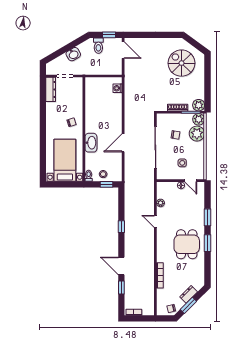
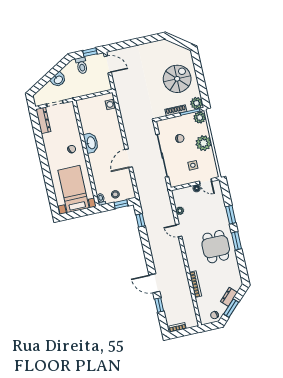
spiral stairs: (181, 63) -> (177, 79), moved, turned 90
plant: (197, 134) -> (204, 143), moved
washbasin: (91, 143) -> (91, 143), moved
window: (121, 227) -> (140, 220), moved

